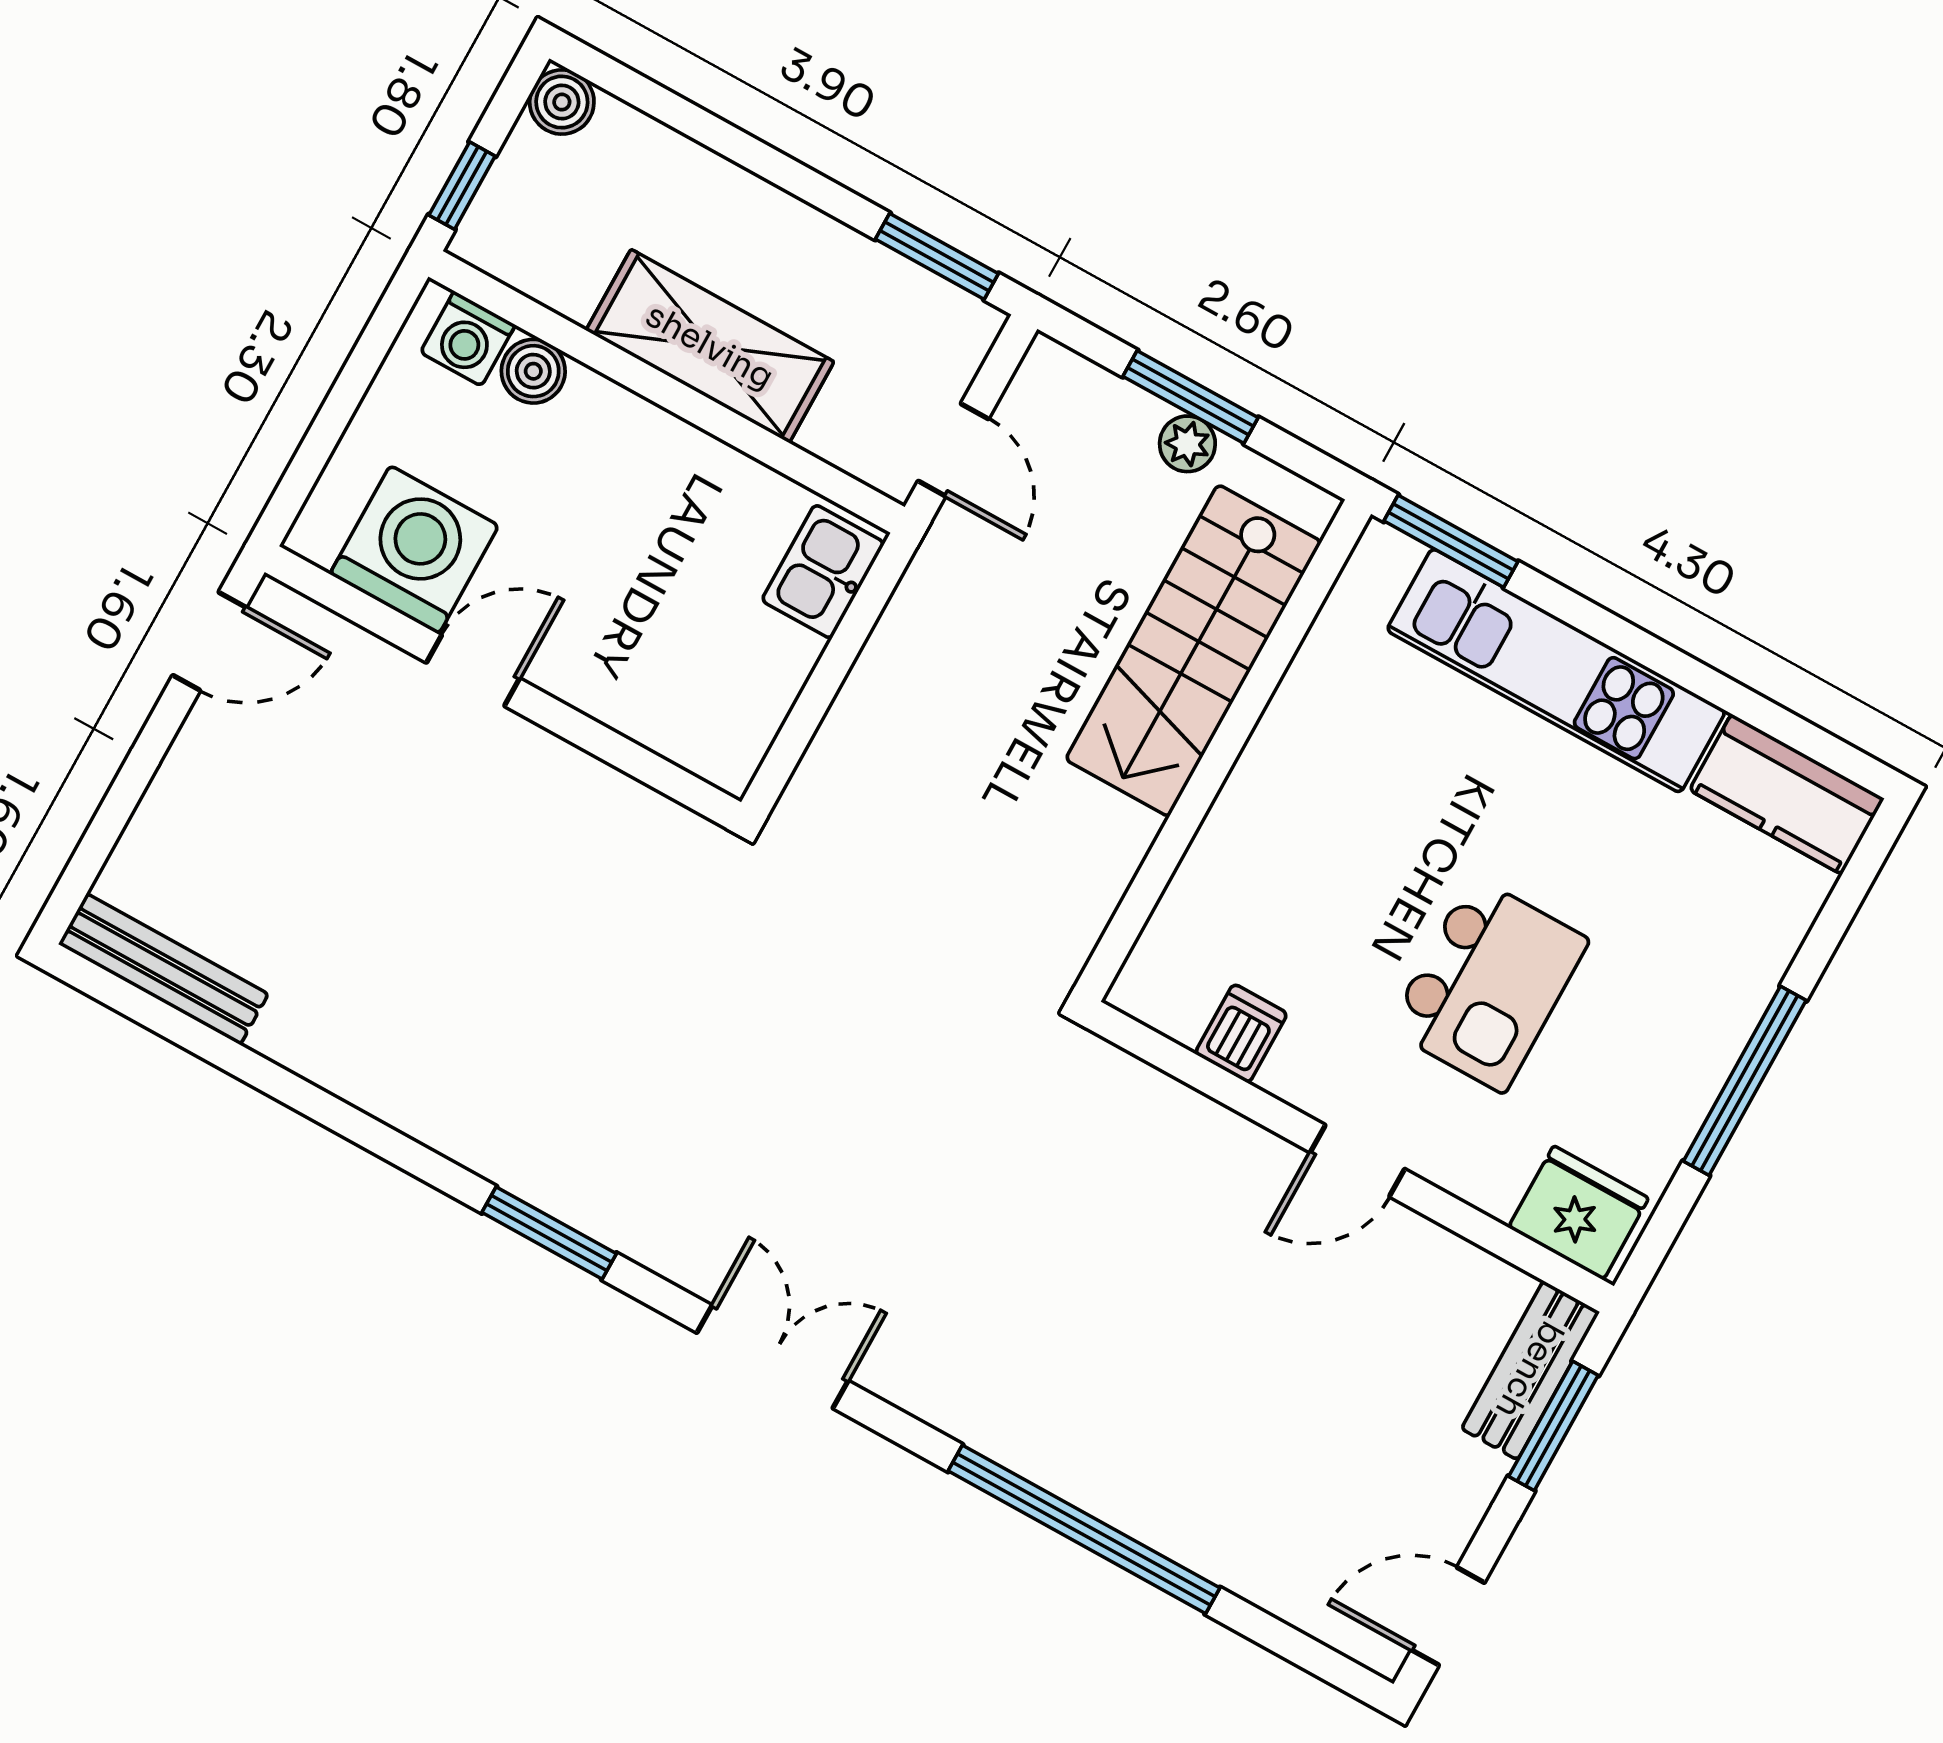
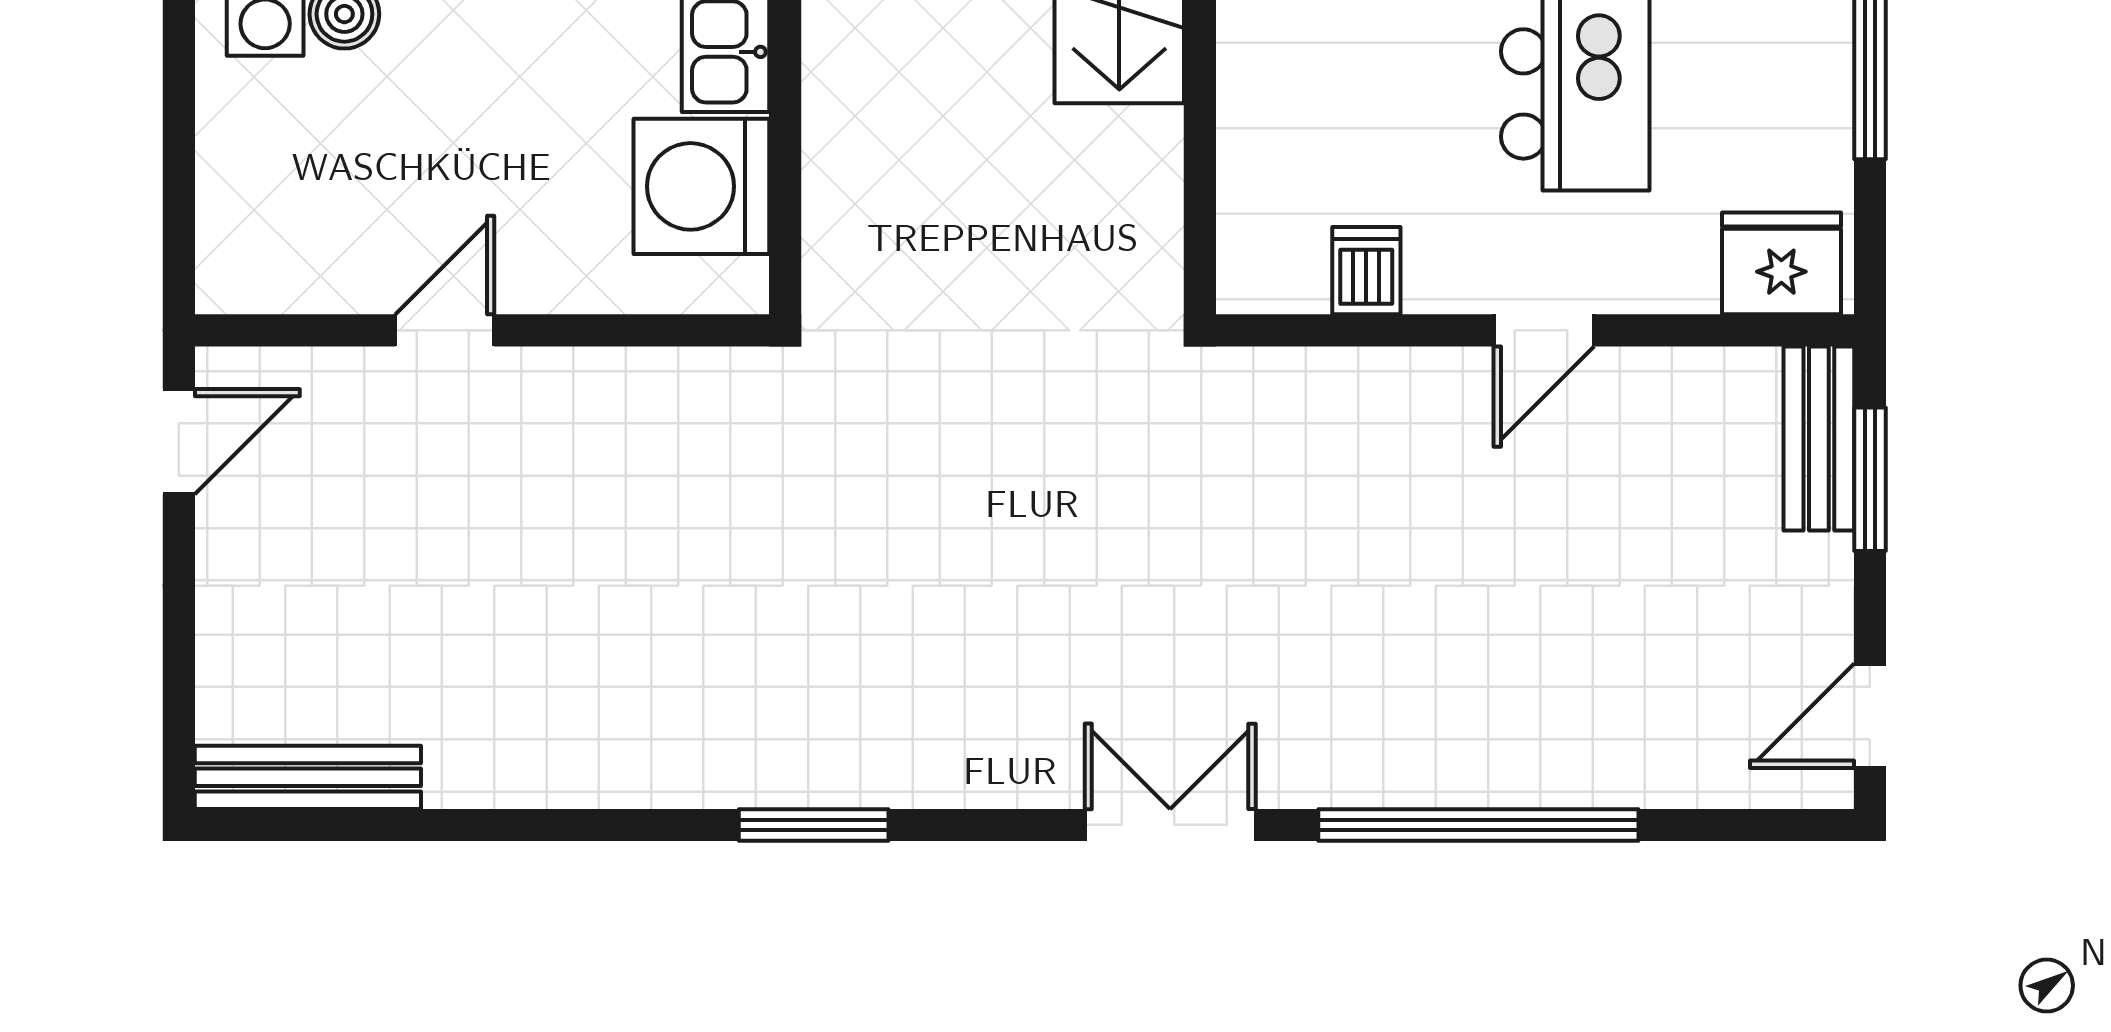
washing machine: (414, 550) -> (701, 186), moved, turned -90
double door: (772, 1357) -> (1170, 825), moved

